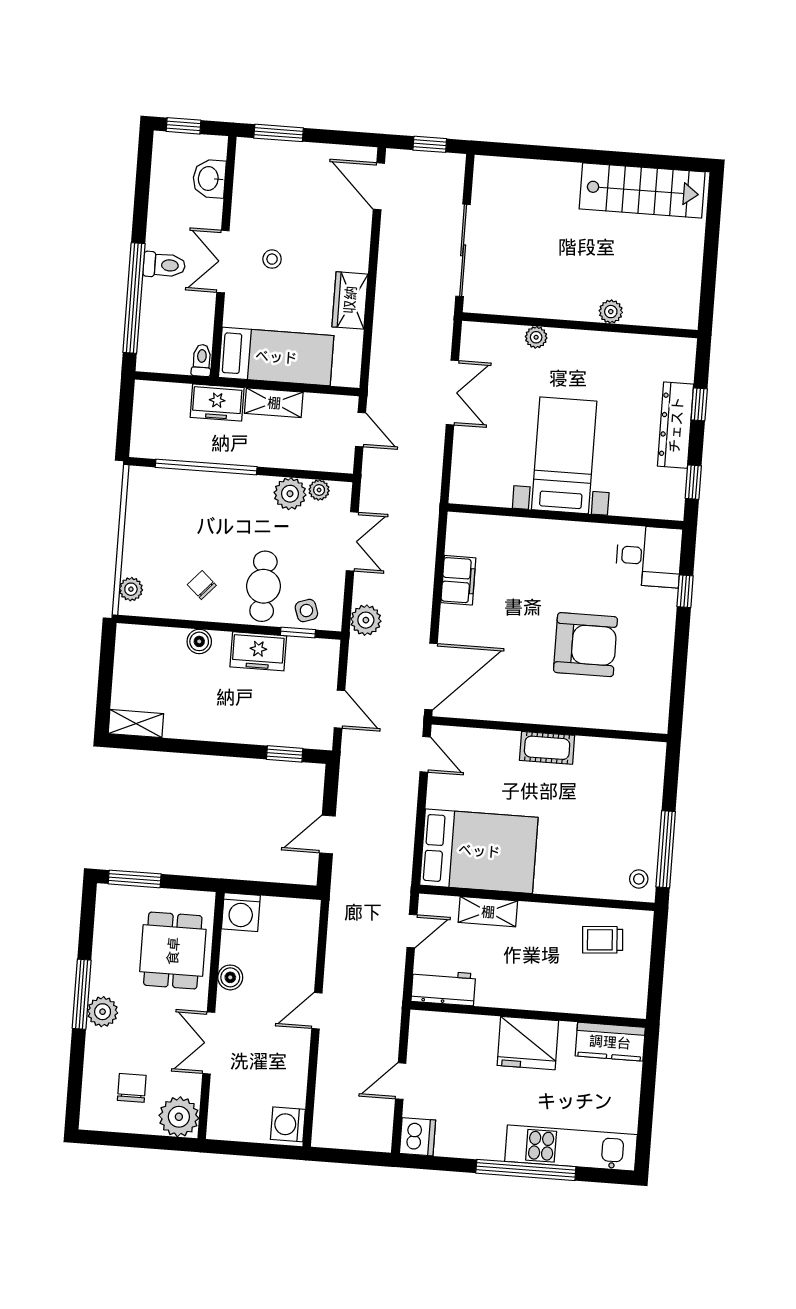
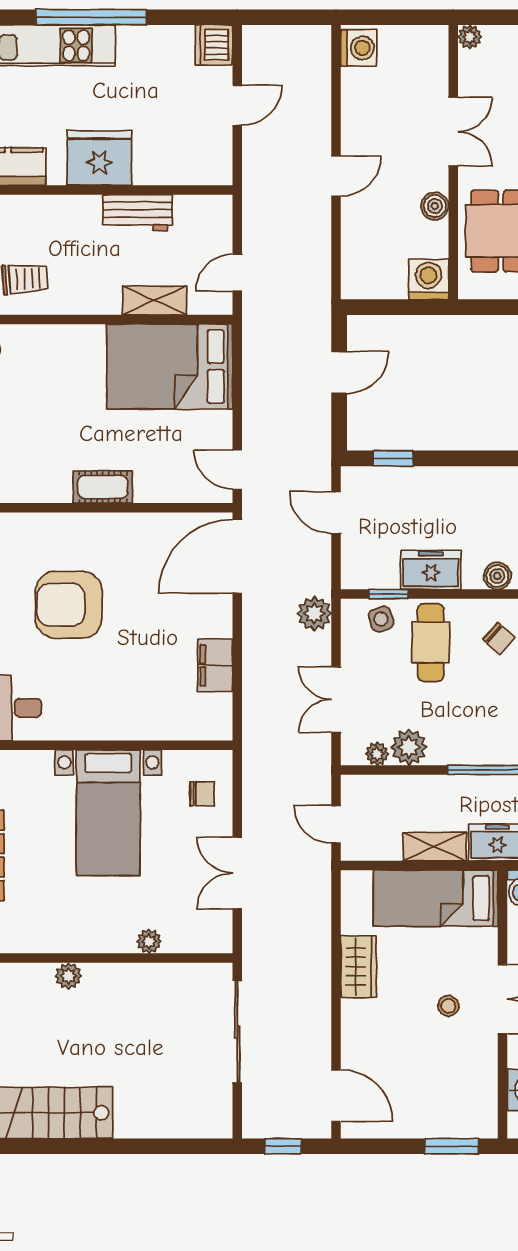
chair: (479, 466) -> (202, 794), added
workbench: (443, 987) -> (138, 213), moved
plant: (179, 1117) -> (470, 37), width x0.53, depth x0.53

